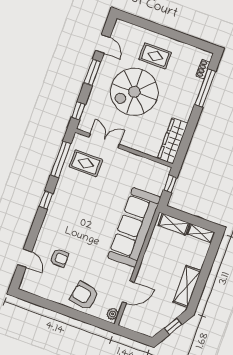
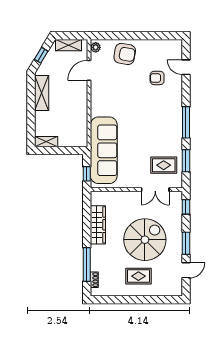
door: (103, 44) -> (186, 270), swing flipped
wardrobe: (173, 141) -> (98, 225), moved
window: (61, 159) -> (186, 161), width x0.69
window: (46, 200) -> (186, 122), width x2.17
shelving: (174, 224) -> (69, 45), moved
sofa: (134, 227) -> (104, 150), moved

